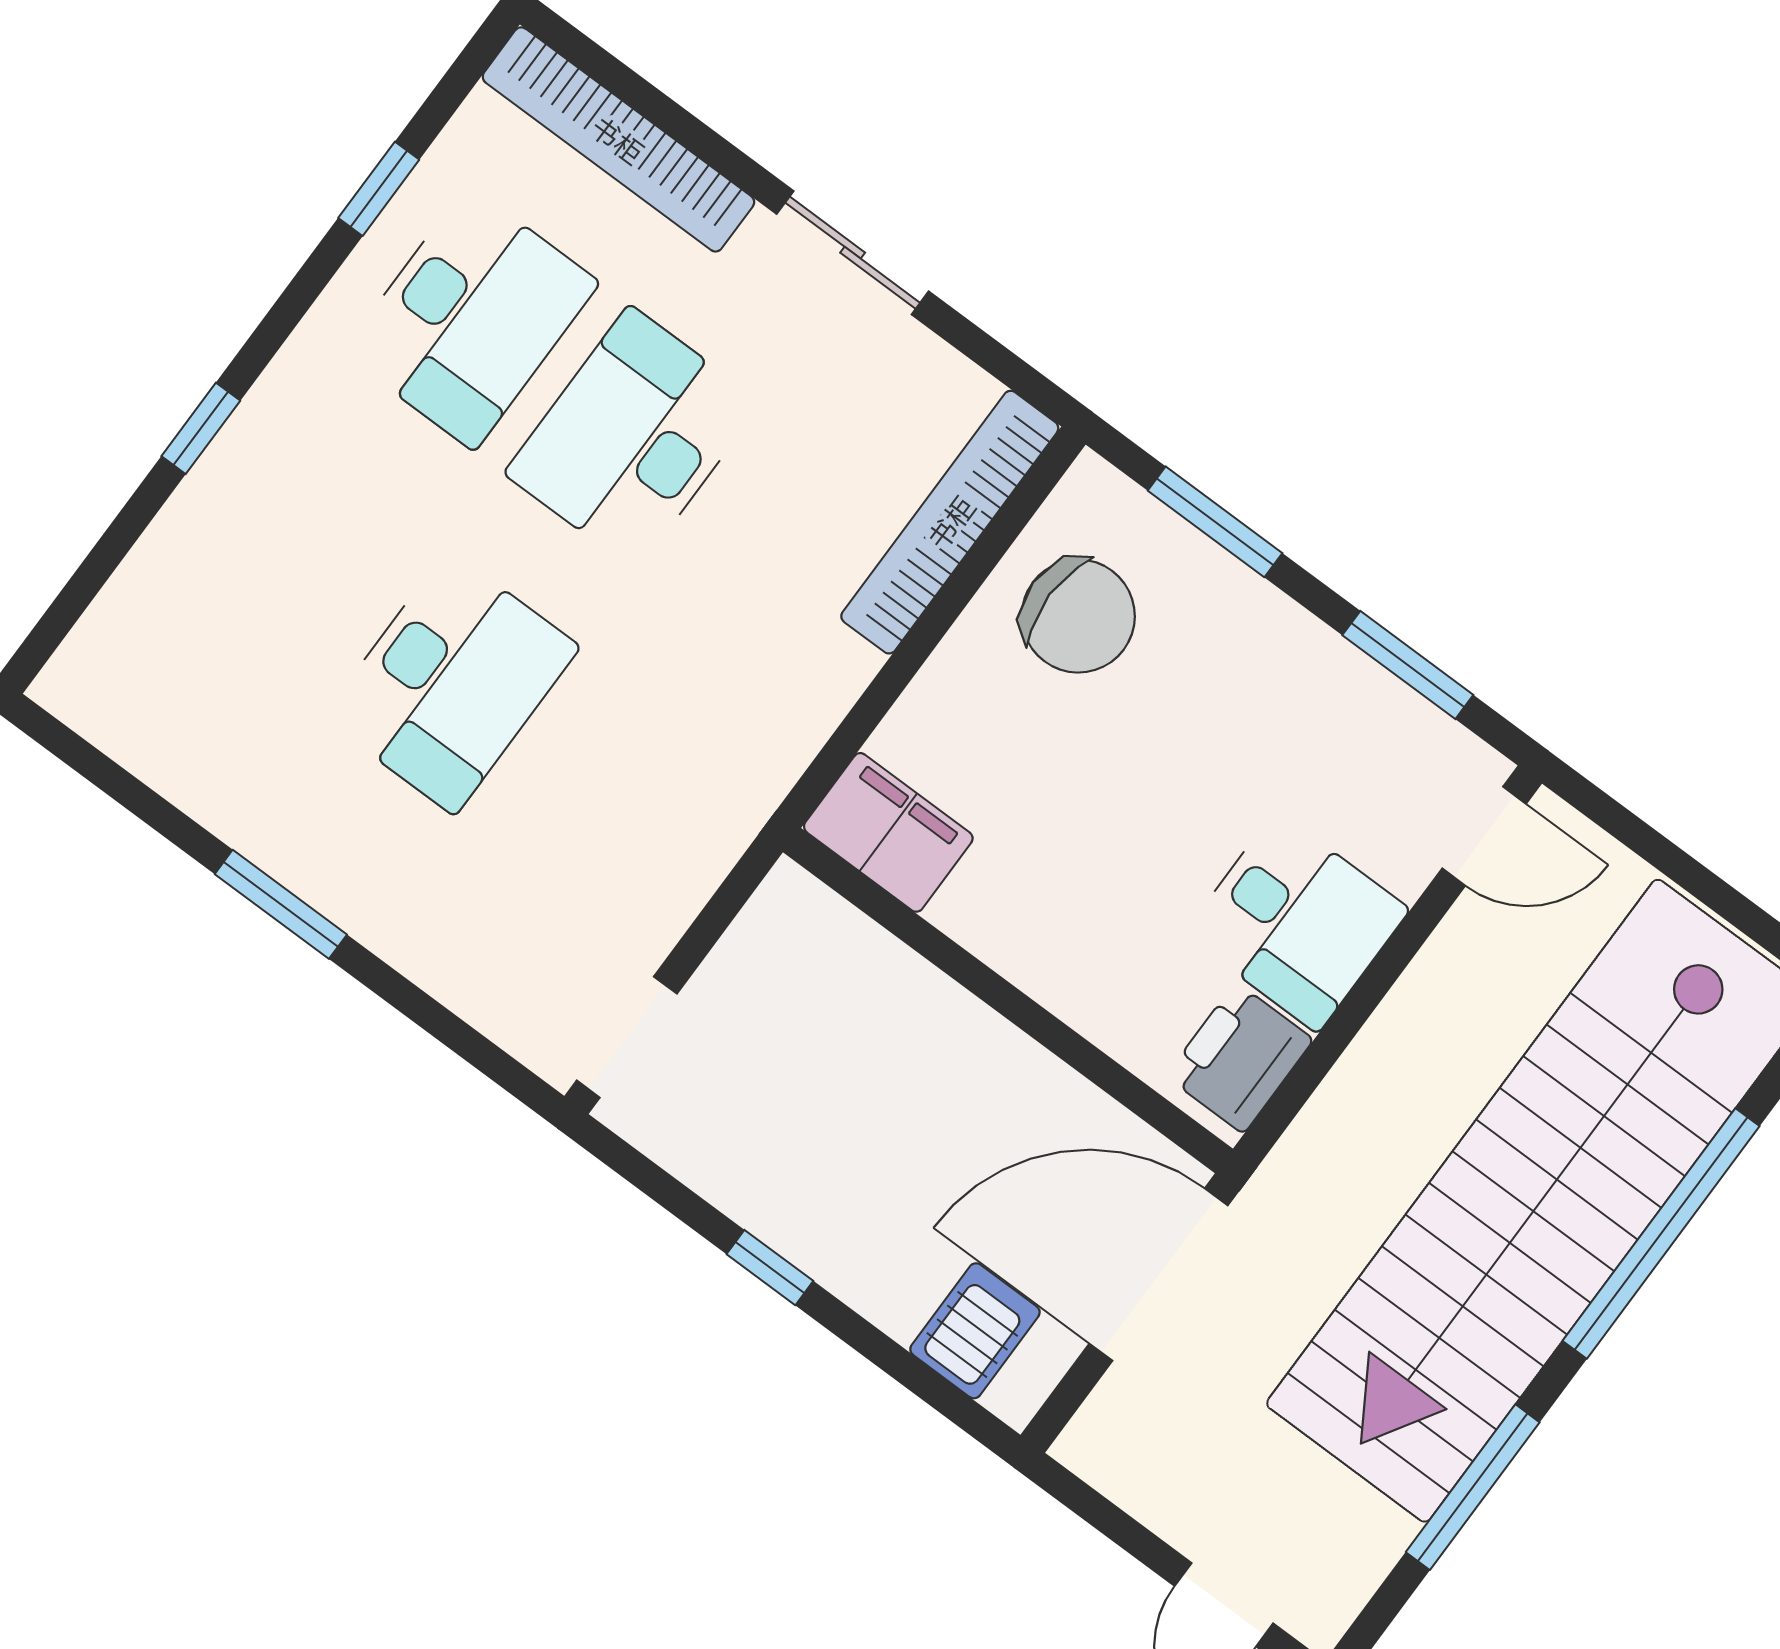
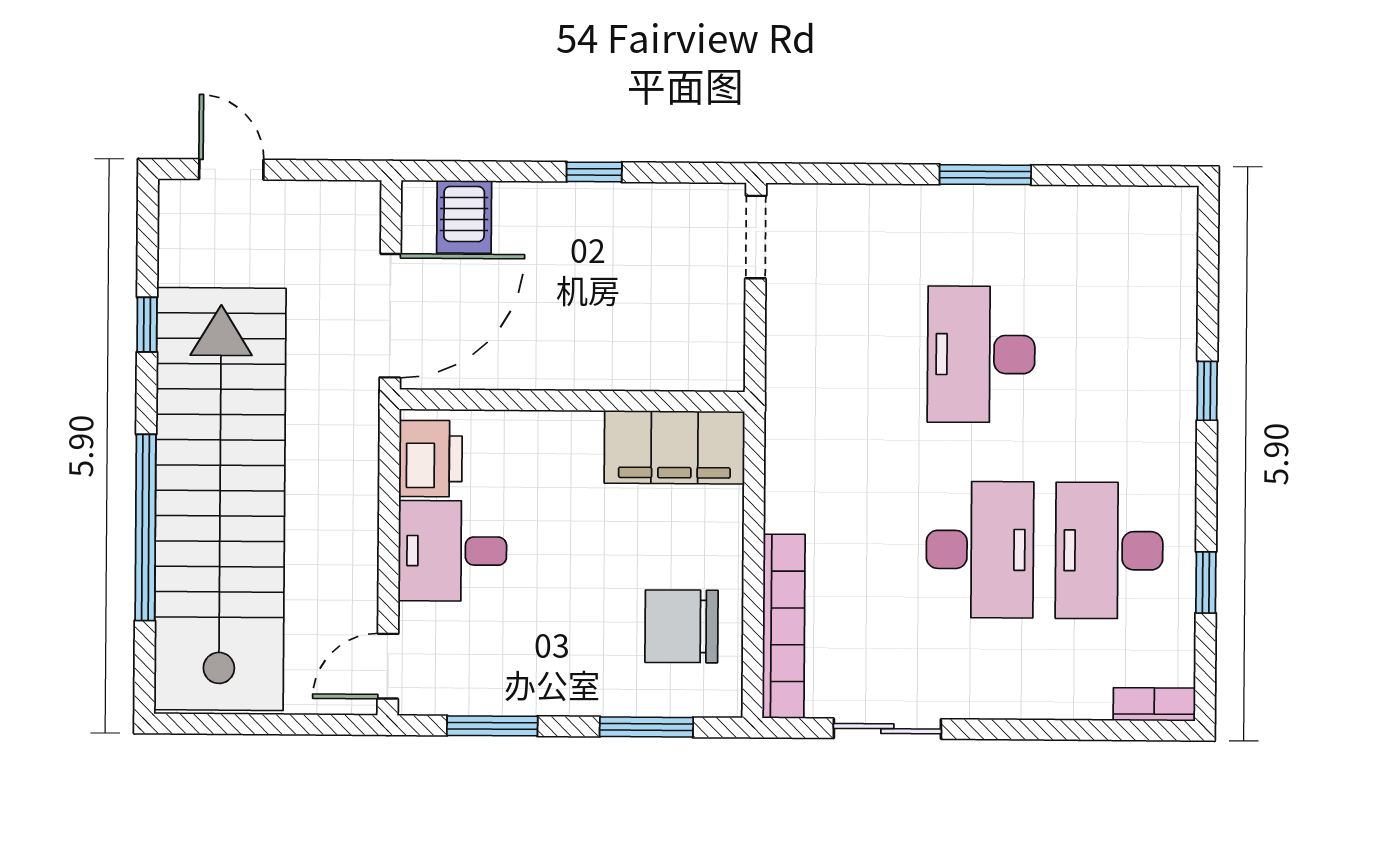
bookcase: (618, 139) -> (1154, 704), width x0.43, depth x0.76
sliding door: (853, 253) -> (887, 729), moved
filing cabinet: (888, 832) -> (675, 447), width x1.50, depth x1.17
window: (1473, 1487) -> (147, 325), width x0.46

